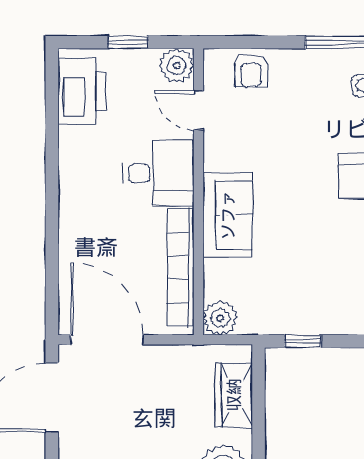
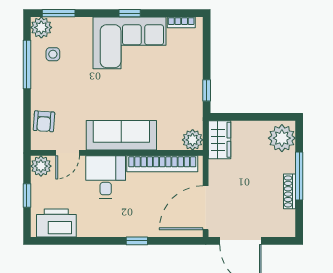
armchair: (251, 71) -> (44, 121), turned 94
sofa: (228, 215) -> (121, 135), width x1.36
window: (52, 225) -> (137, 241), added
wardrobe: (234, 395) -> (220, 140), moved, turned -90

